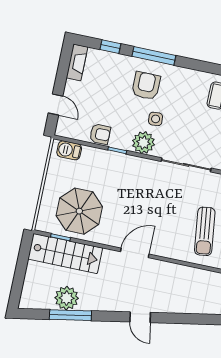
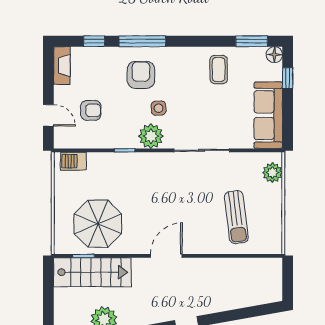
armchair: (100, 134) -> (91, 110), moved

